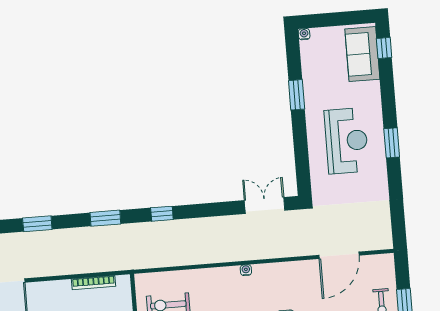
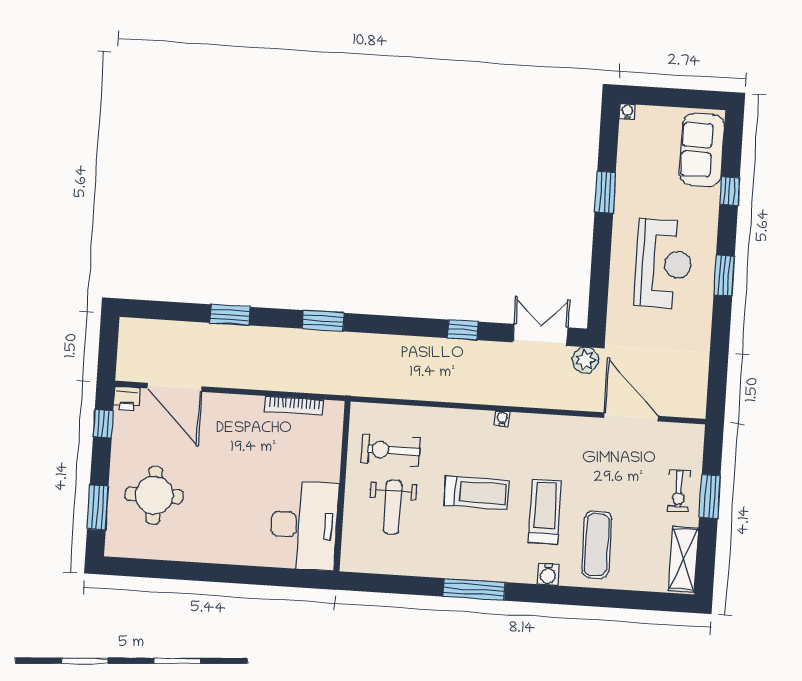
window: (384, 48) -> (730, 191), moved
window: (162, 214) -> (463, 330), moved
plant: (300, 219) -> (585, 360), added
door: (339, 255) -> (631, 417), swing flipped

